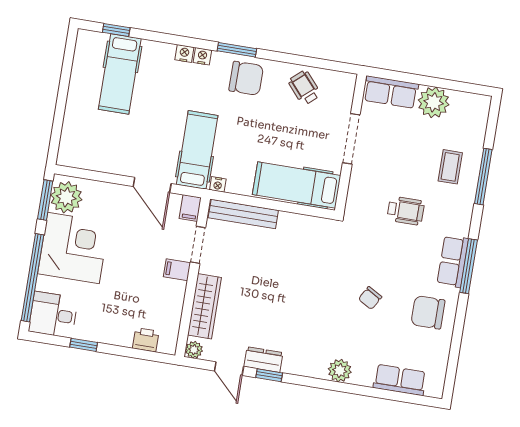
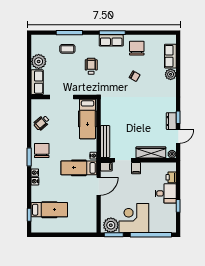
chair: (428, 312) -> (137, 48), turned 180
desk: (53, 315) -> (166, 193), moved, turned -90
plant: (340, 371) -> (171, 74), moved

